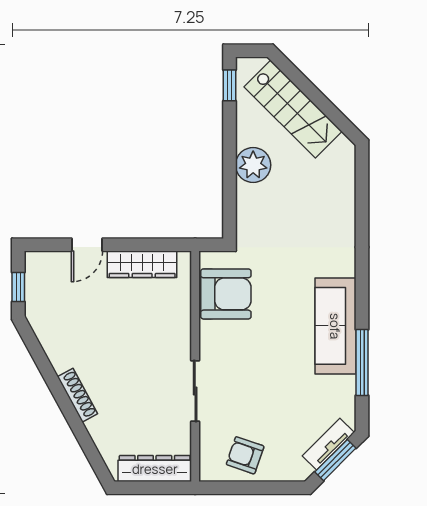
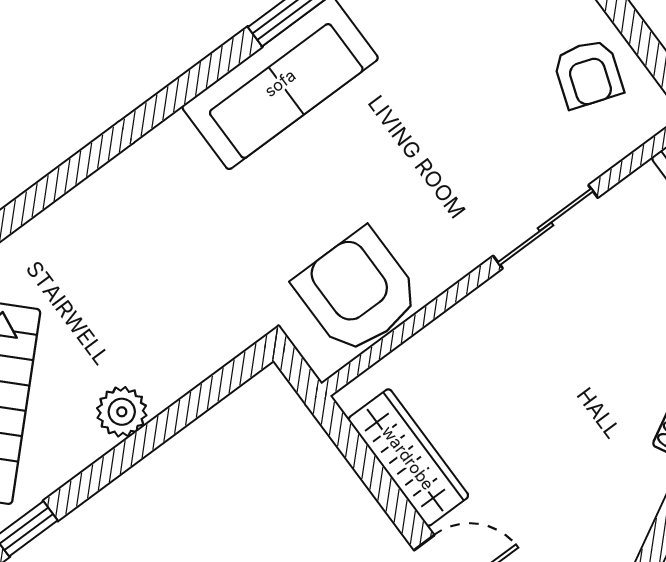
plant: (253, 165) -> (122, 412), width x0.73, depth x0.73

